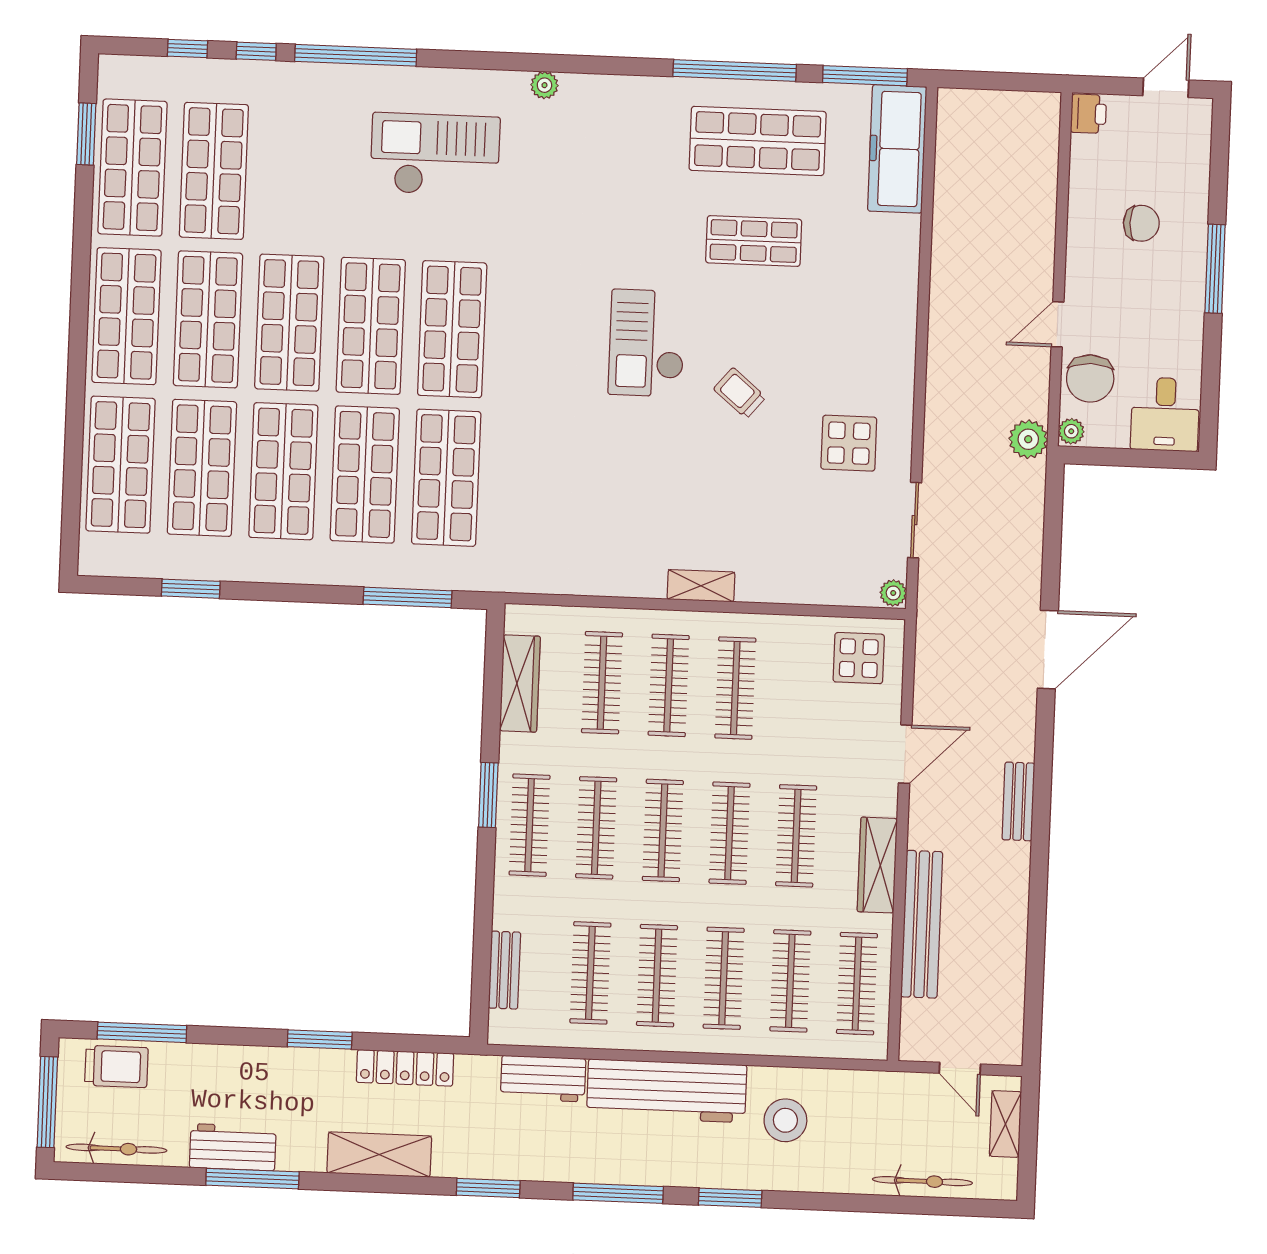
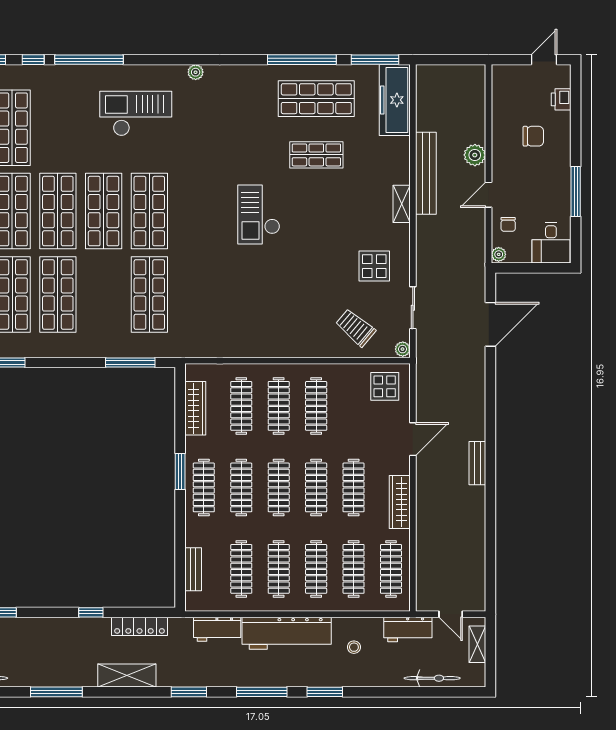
printer: (1088, 114) -> (561, 99), moved, turned 180
window: (1215, 269) -> (576, 191), moved
chair: (1090, 378) -> (508, 224), width x0.54, depth x0.54
trolley: (740, 393) -> (355, 328), moved, width x1.36, depth x1.39
plant: (1028, 439) -> (475, 155), moved
shop shelf: (365, 474) -> (104, 295), removed
shelving: (701, 586) -> (402, 204), moved, turned 90
door: (1048, 650) -> (490, 324), moved
bench: (922, 924) -> (426, 173), moved
window: (320, 1039) -> (91, 612), width x0.67
stool: (785, 1120) -> (354, 647), width x0.53, depth x0.53
workbench: (233, 1147) -> (408, 629), moved, turned 180

